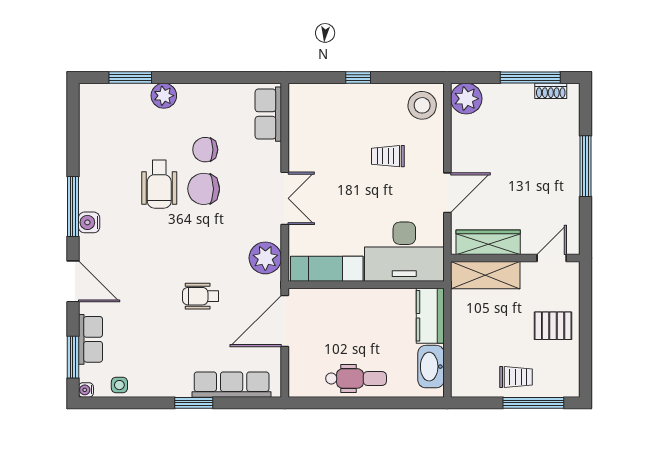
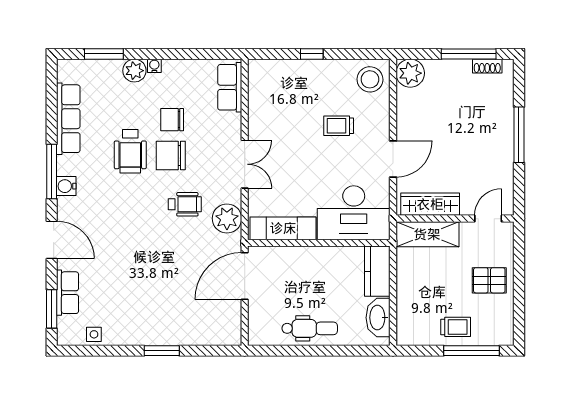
wheelchair: (201, 296) -> (185, 204), moved, turned 180
row of seats: (232, 385) -> (68, 119), moved, turned 90
water cooler: (86, 390) -> (154, 66), moved, turned 90

